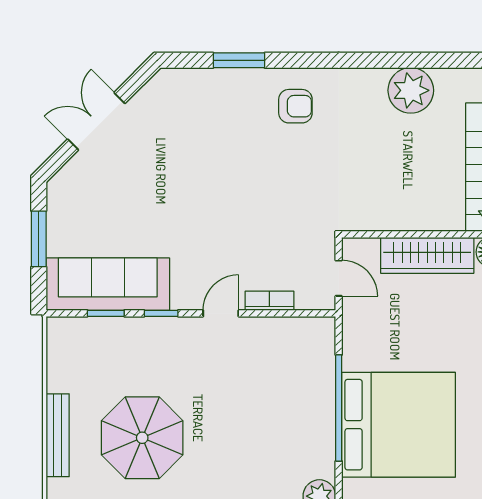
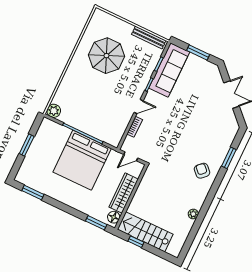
plant: (411, 90) -> (193, 214), width x0.53, depth x0.53
armchair: (295, 106) -> (202, 171), turned 136
door: (221, 313) -> (139, 107), hinge flipped
bed: (398, 425) -> (82, 160), moved
bench: (58, 435) -> (149, 37), moved

